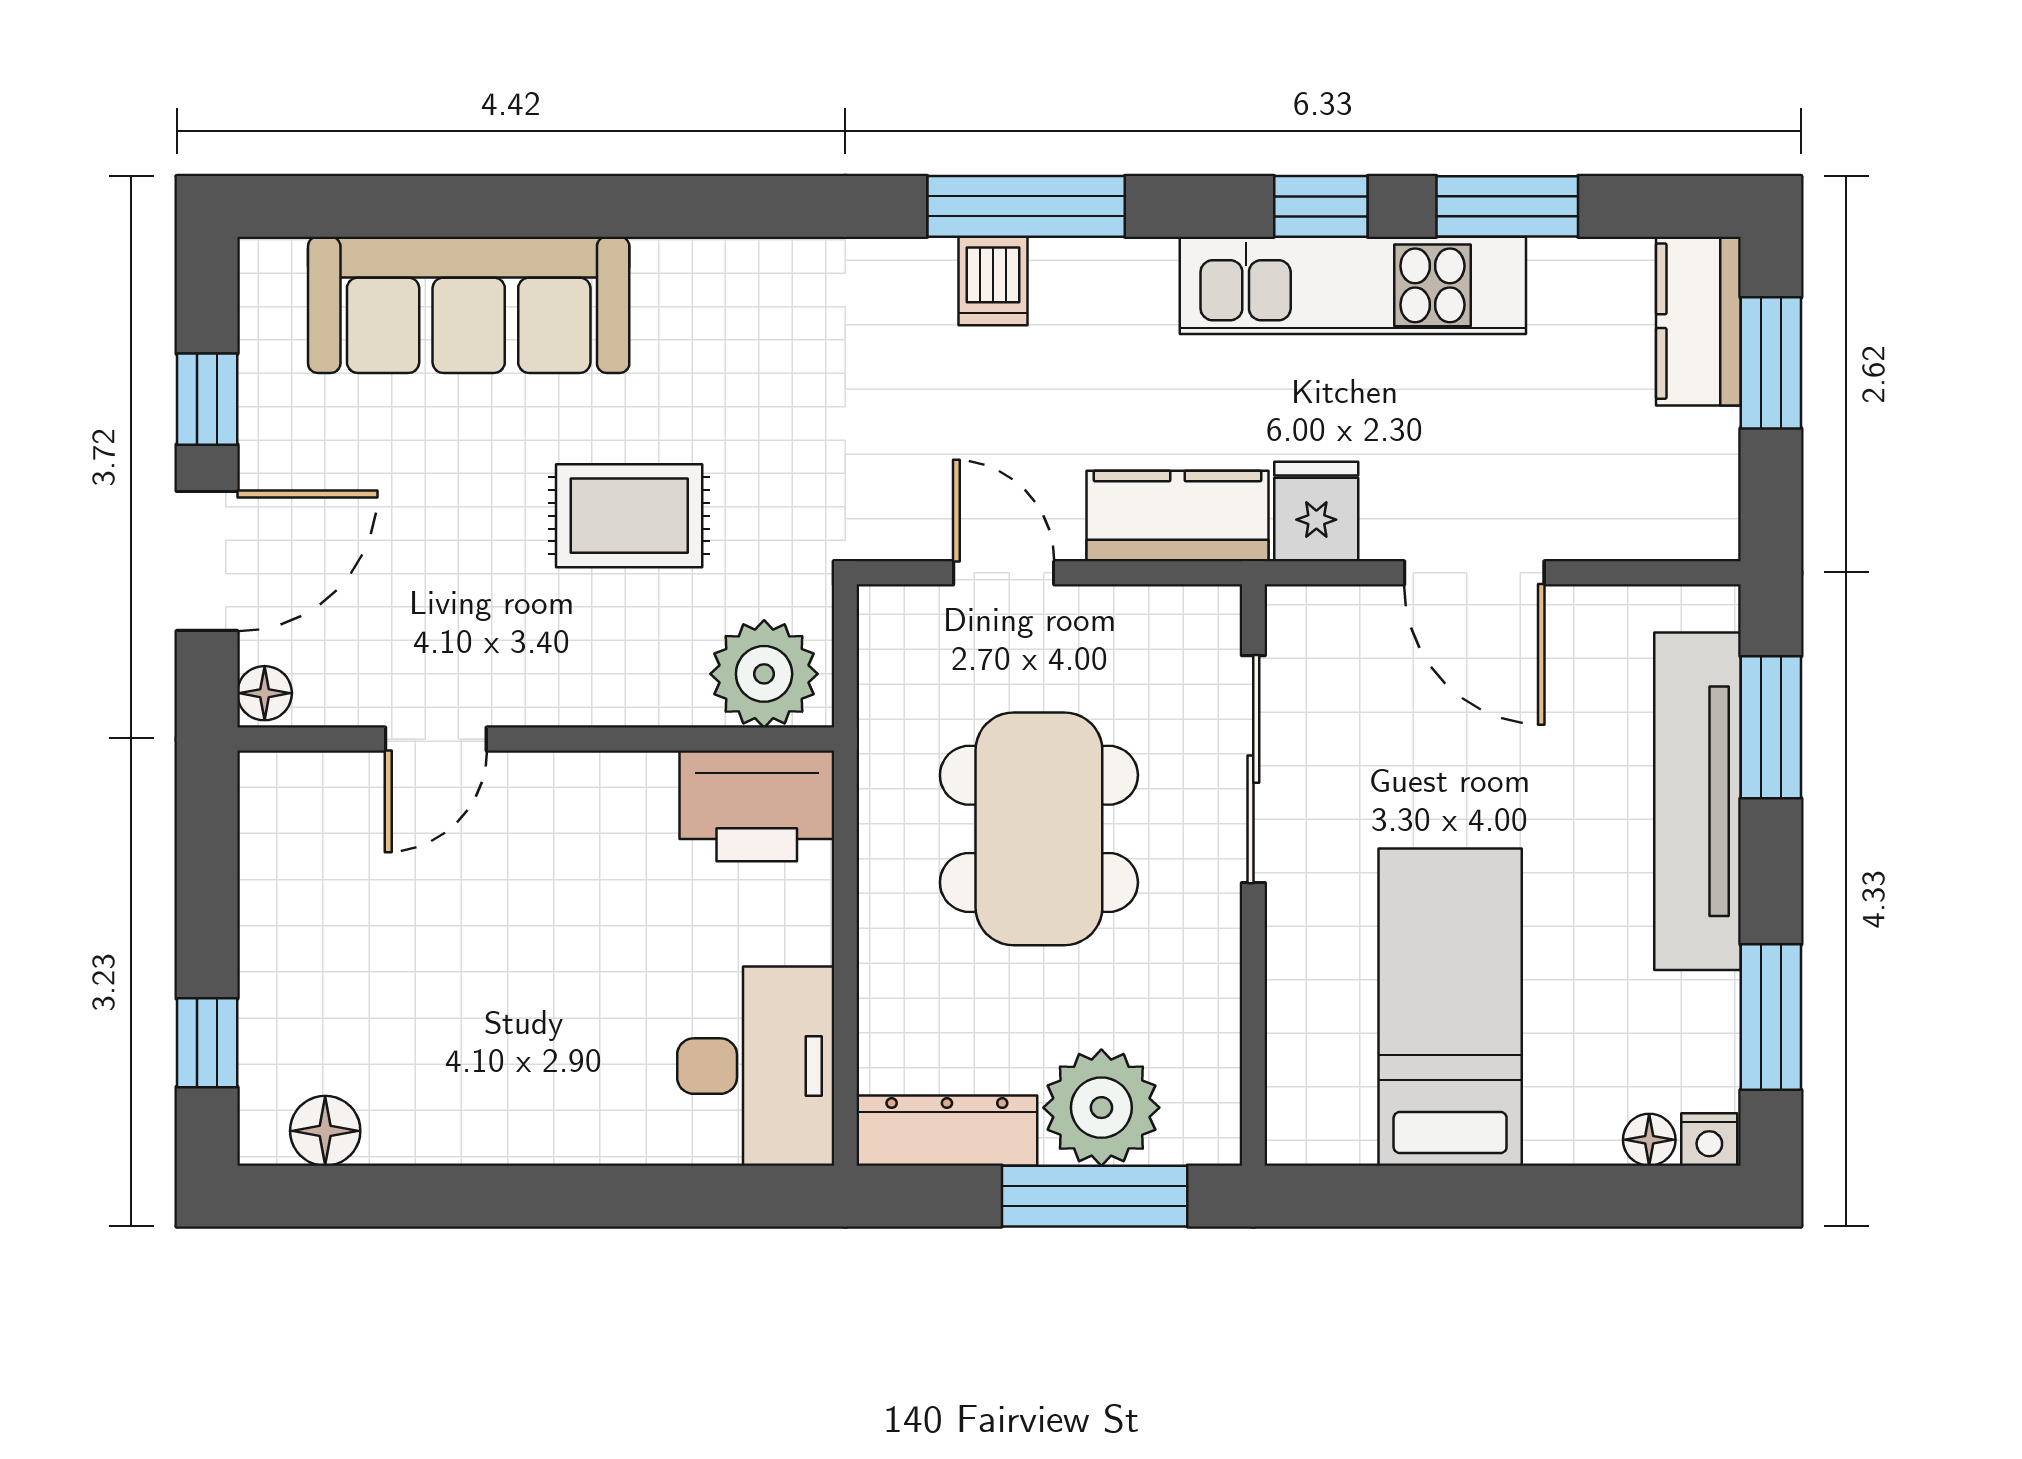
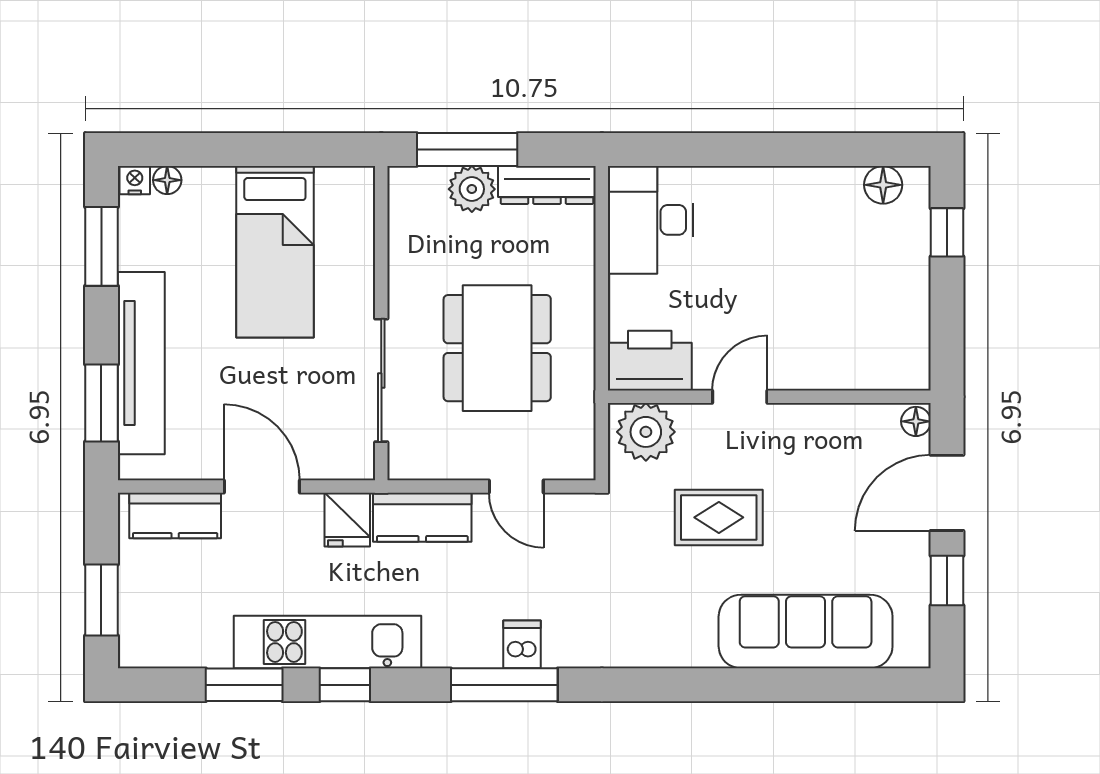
kitchen counter: (1698, 321) -> (175, 516), moved, turned 90
door: (436, 739) -> (740, 397), moved
plant: (1101, 1108) -> (472, 189), width x0.73, depth x0.73

